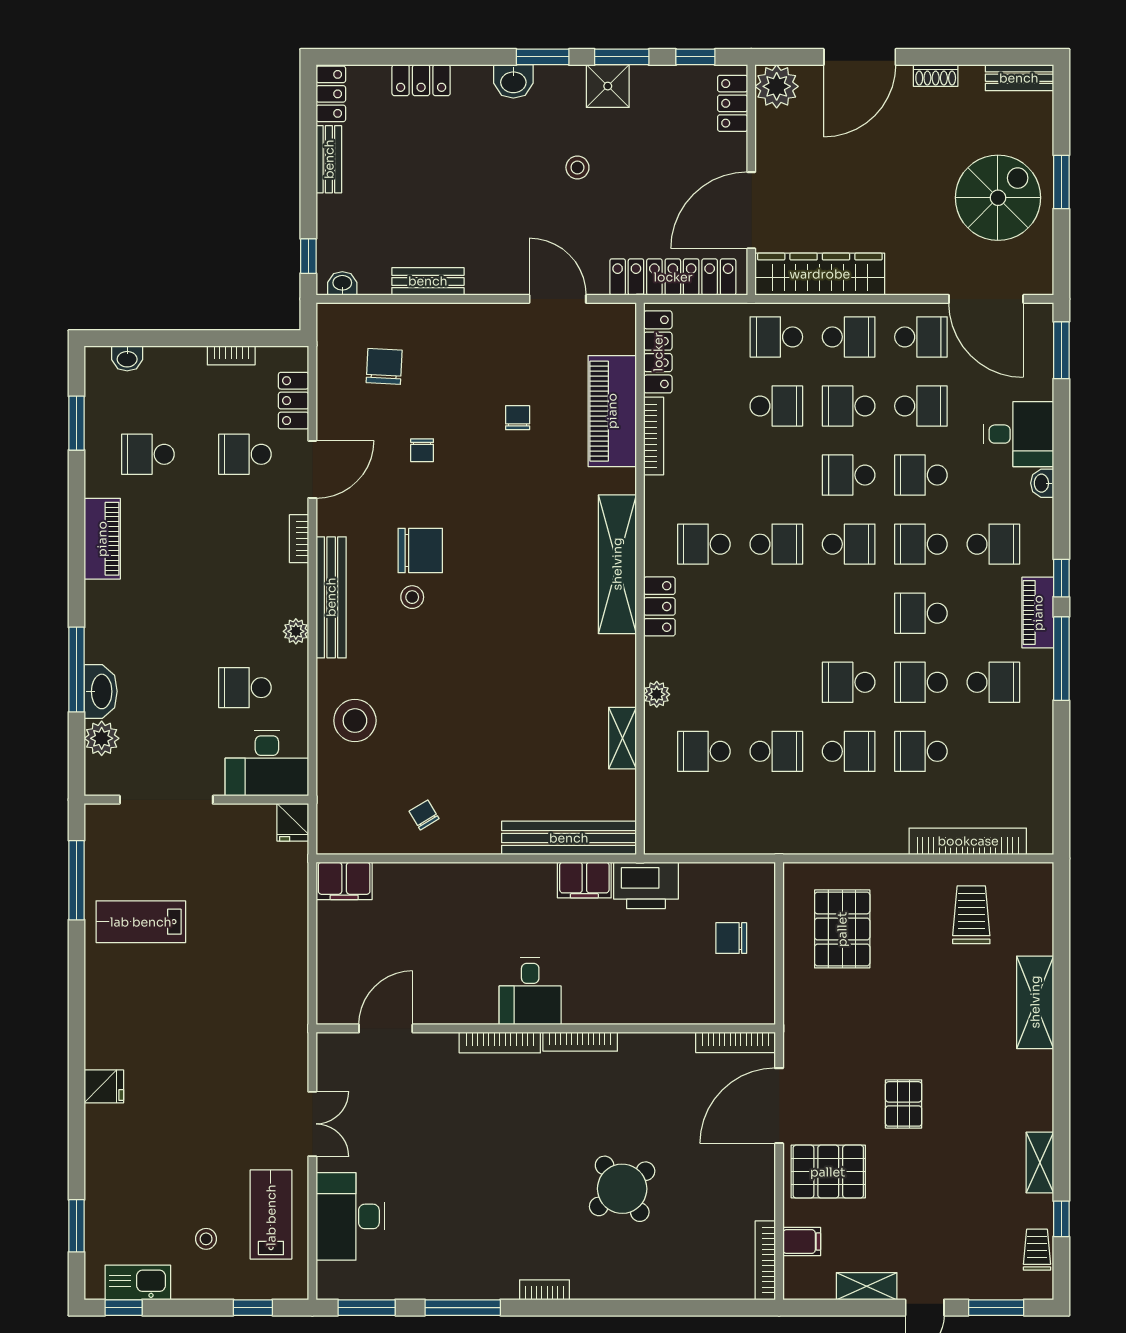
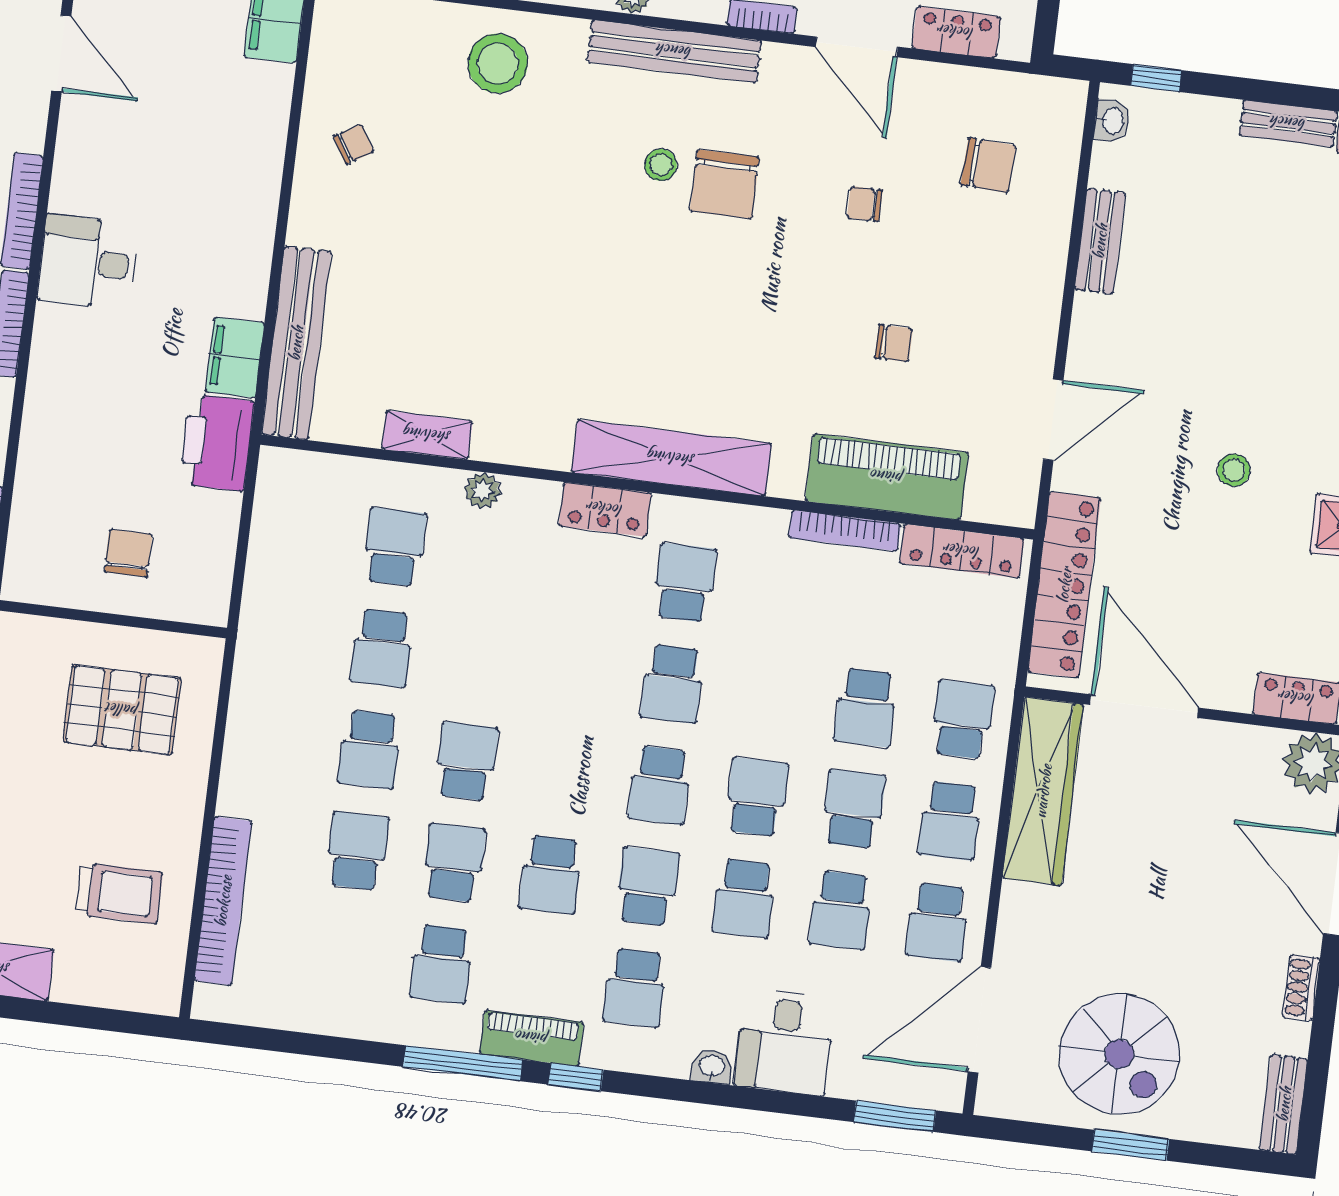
school desk: (921, 475) -> (744, 898), turned 180
school desk: (921, 613) -> (551, 875), turned 180

